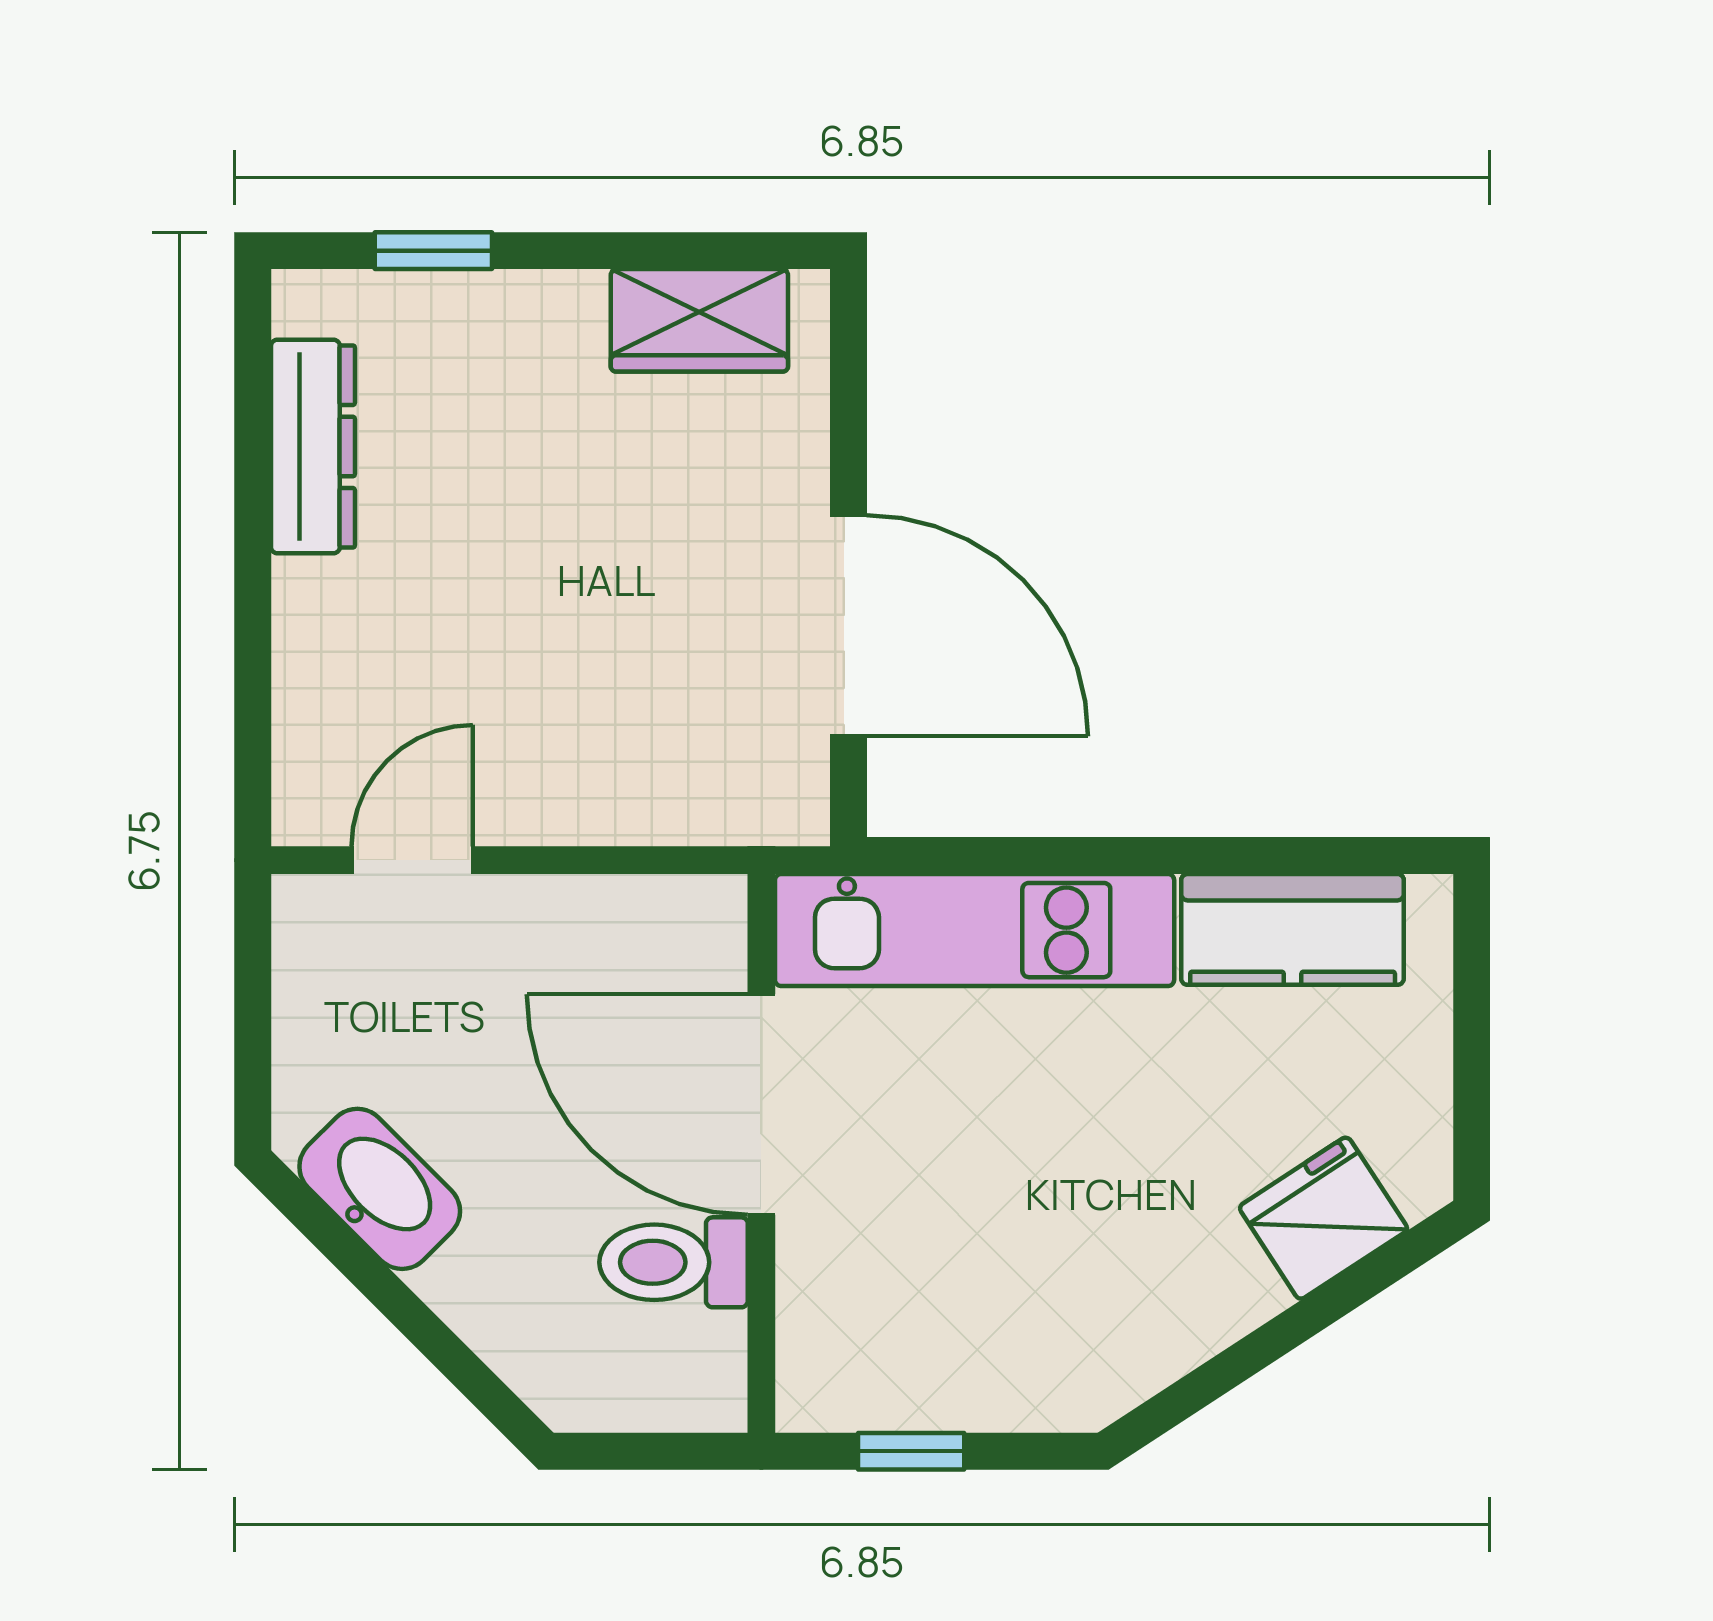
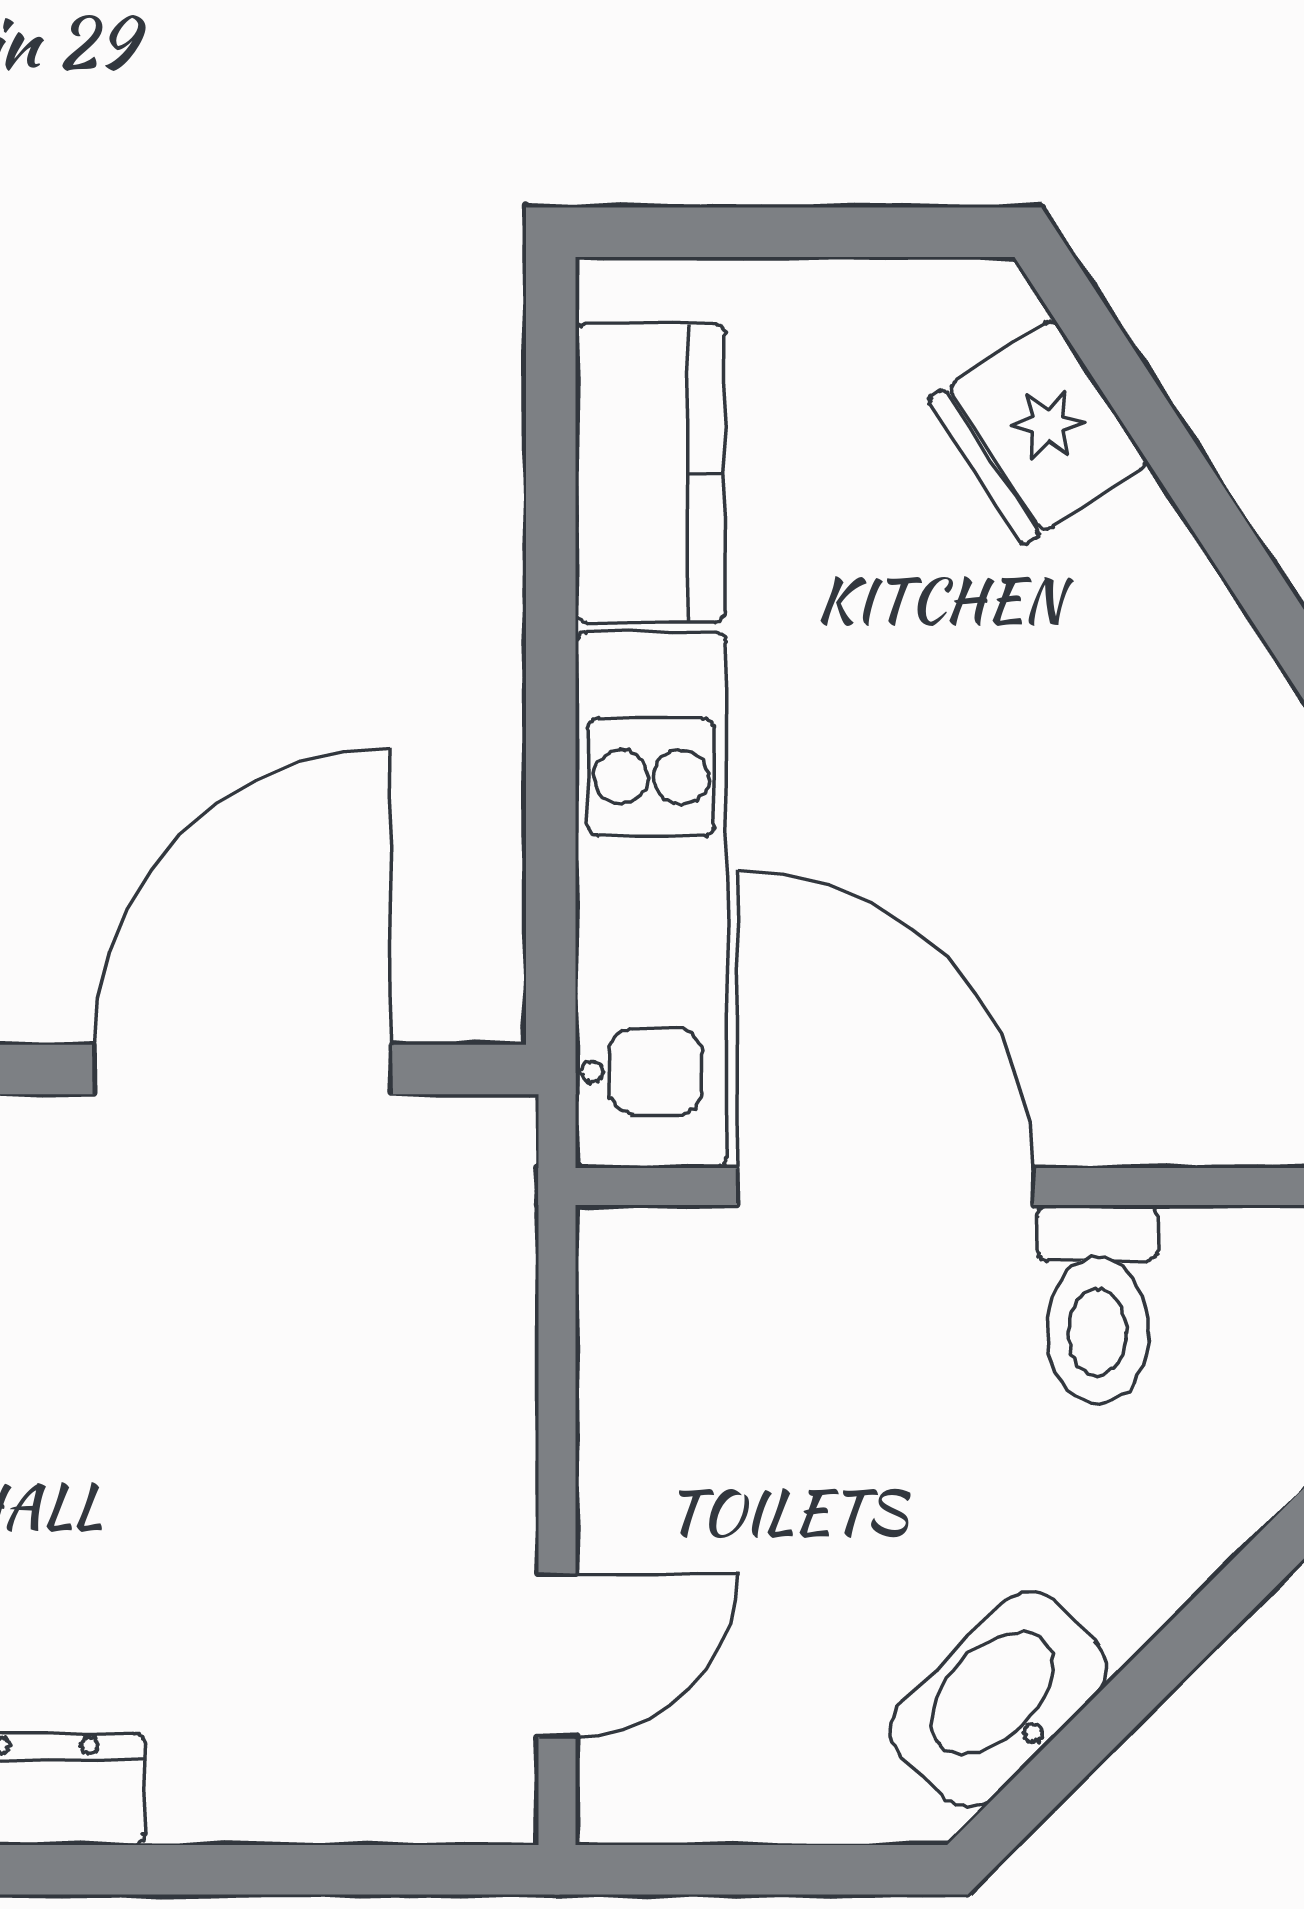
door: (412, 860) -> (557, 1656), swing flipped
door: (761, 1104) -> (885, 1187), swing flipped

